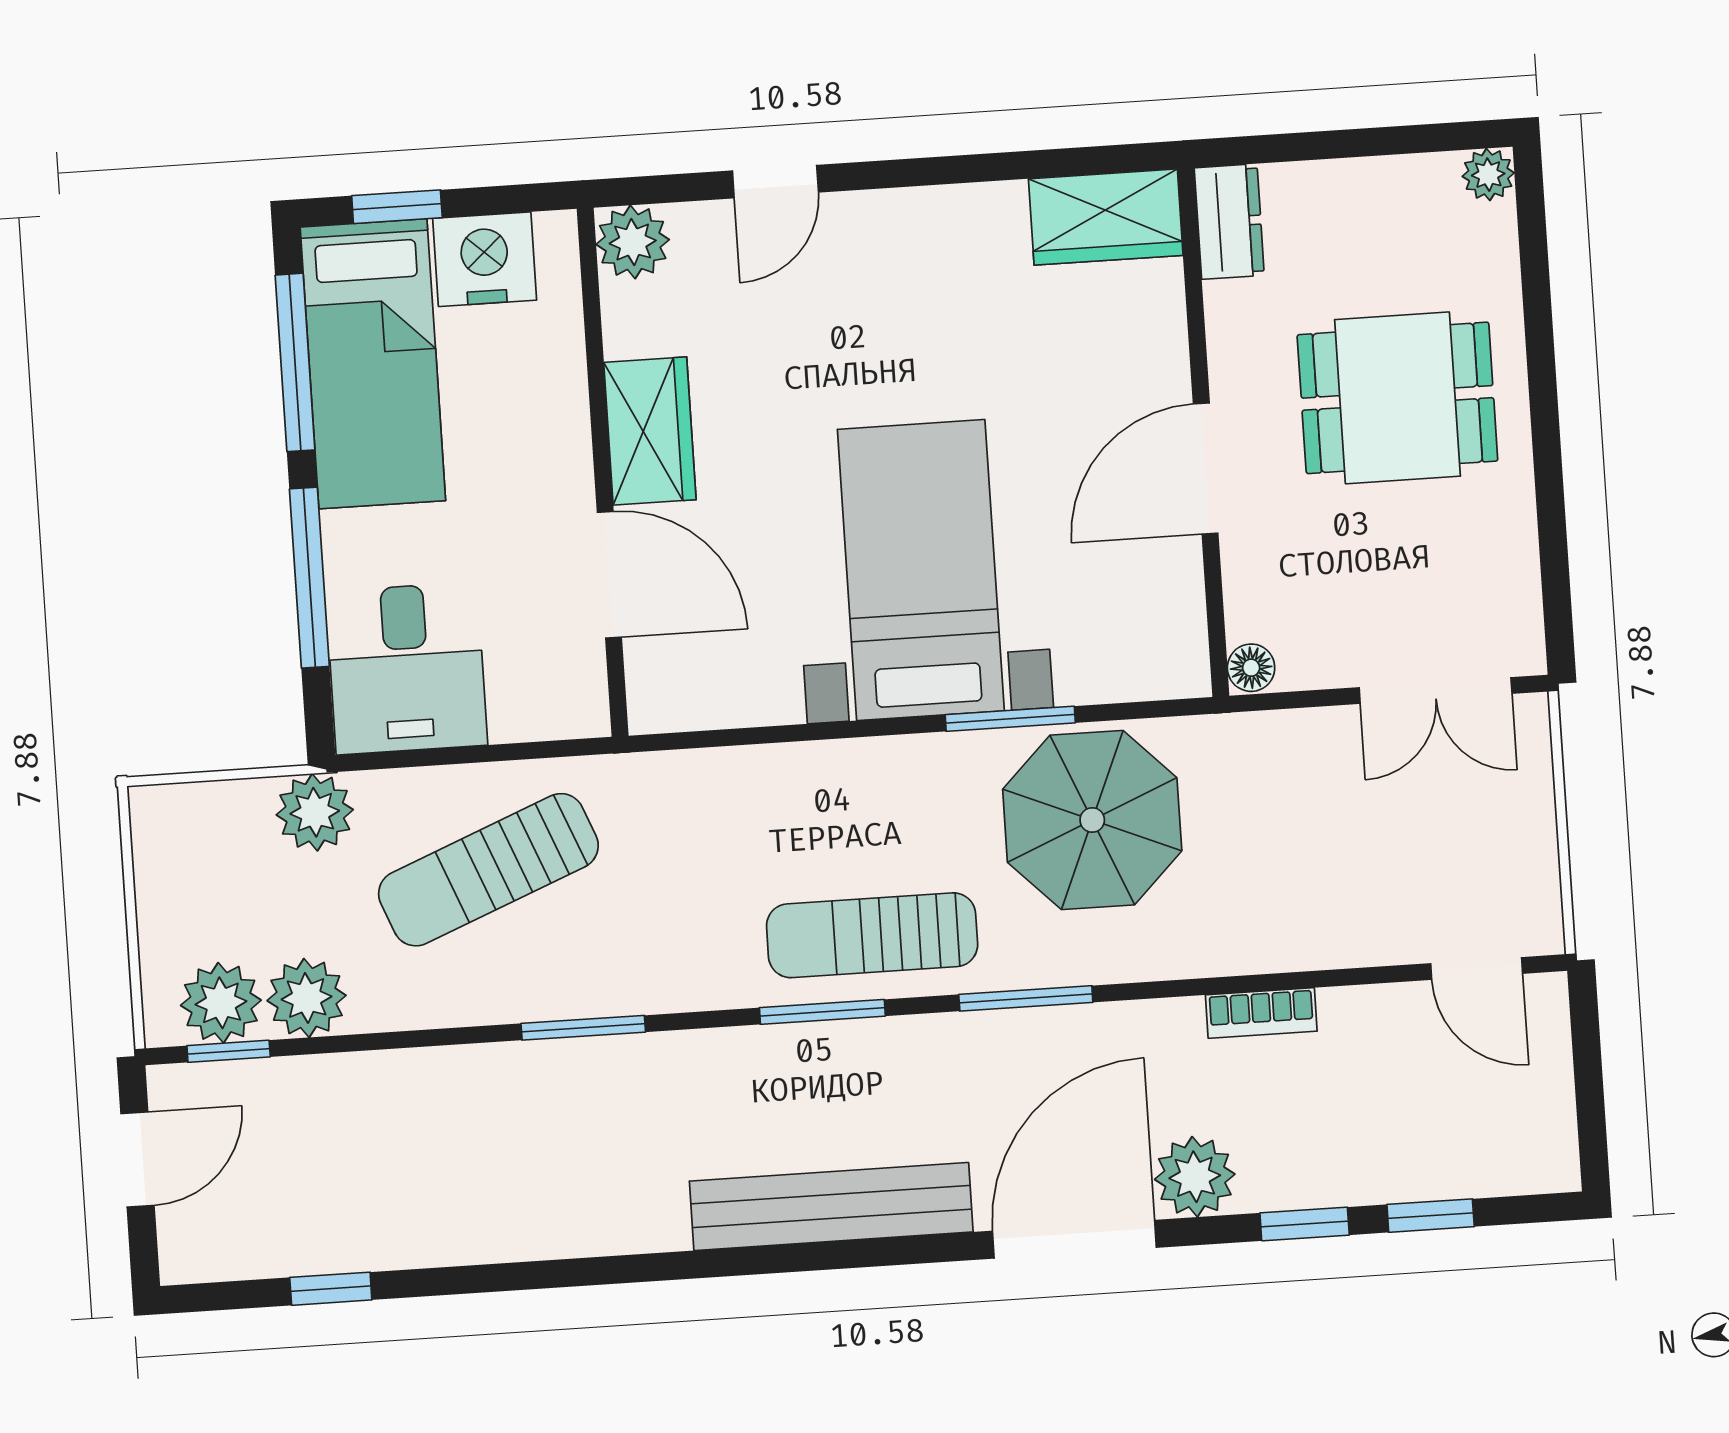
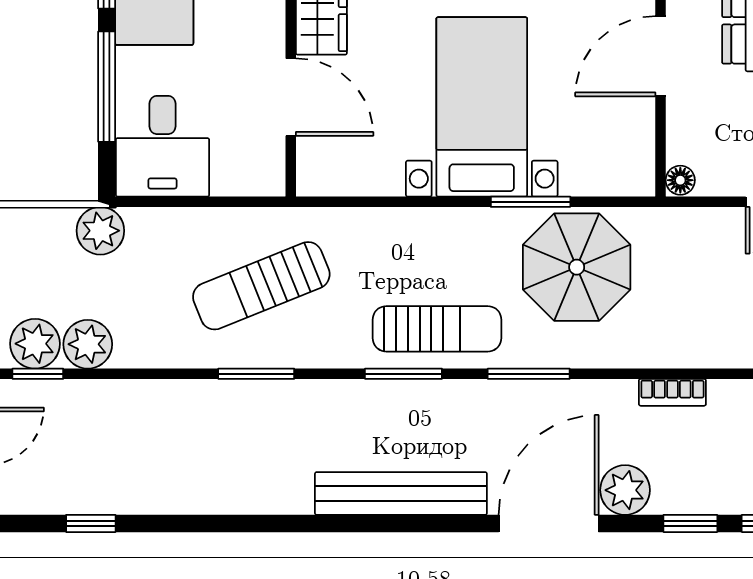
sun lounger: (488, 870) -> (261, 286), moved
sun lounger: (872, 935) -> (437, 329), turned 180

